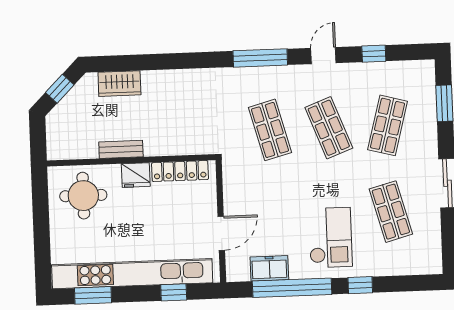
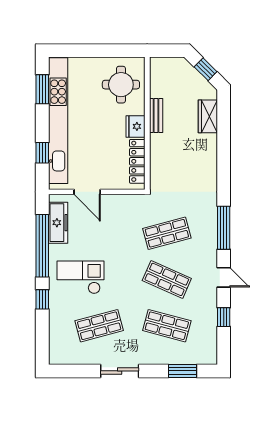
shop shelf: (329, 128) -> (167, 279), turned 45
checkout: (330, 238) -> (81, 277), turned 180
freezer: (269, 268) -> (58, 223), width x1.40

